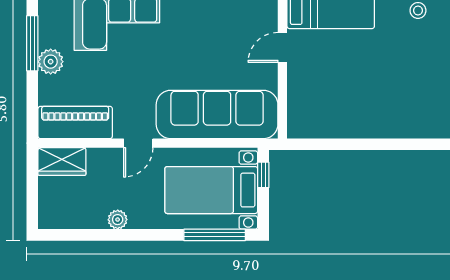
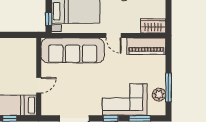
plant: (51, 62) -> (159, 95), moved
door: (138, 143) -> (114, 36), swing flipped

